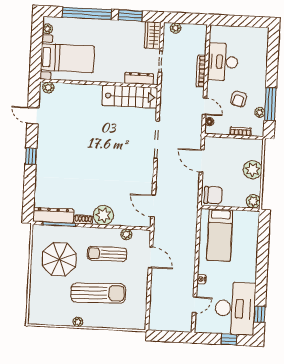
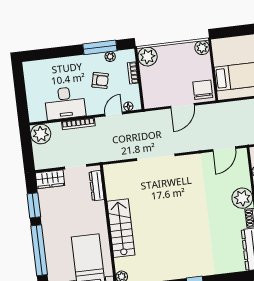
plant: (176, 28) -> (41, 134), moved, width x1.88, depth x1.88
stairs: (130, 97) -> (121, 228), moved
door: (202, 161) -> (182, 106), moved
plant: (253, 170) -> (148, 57), moved

